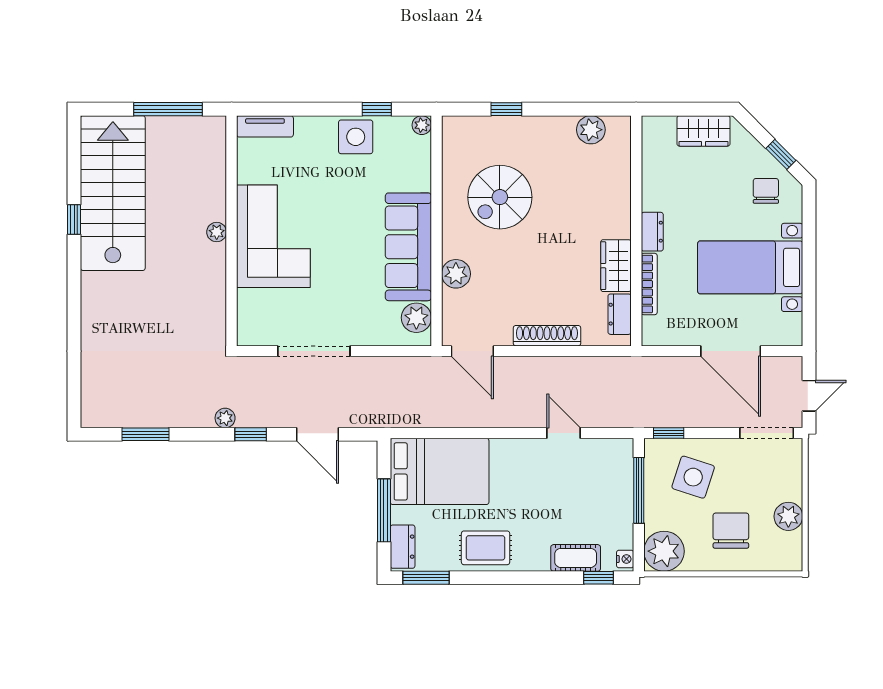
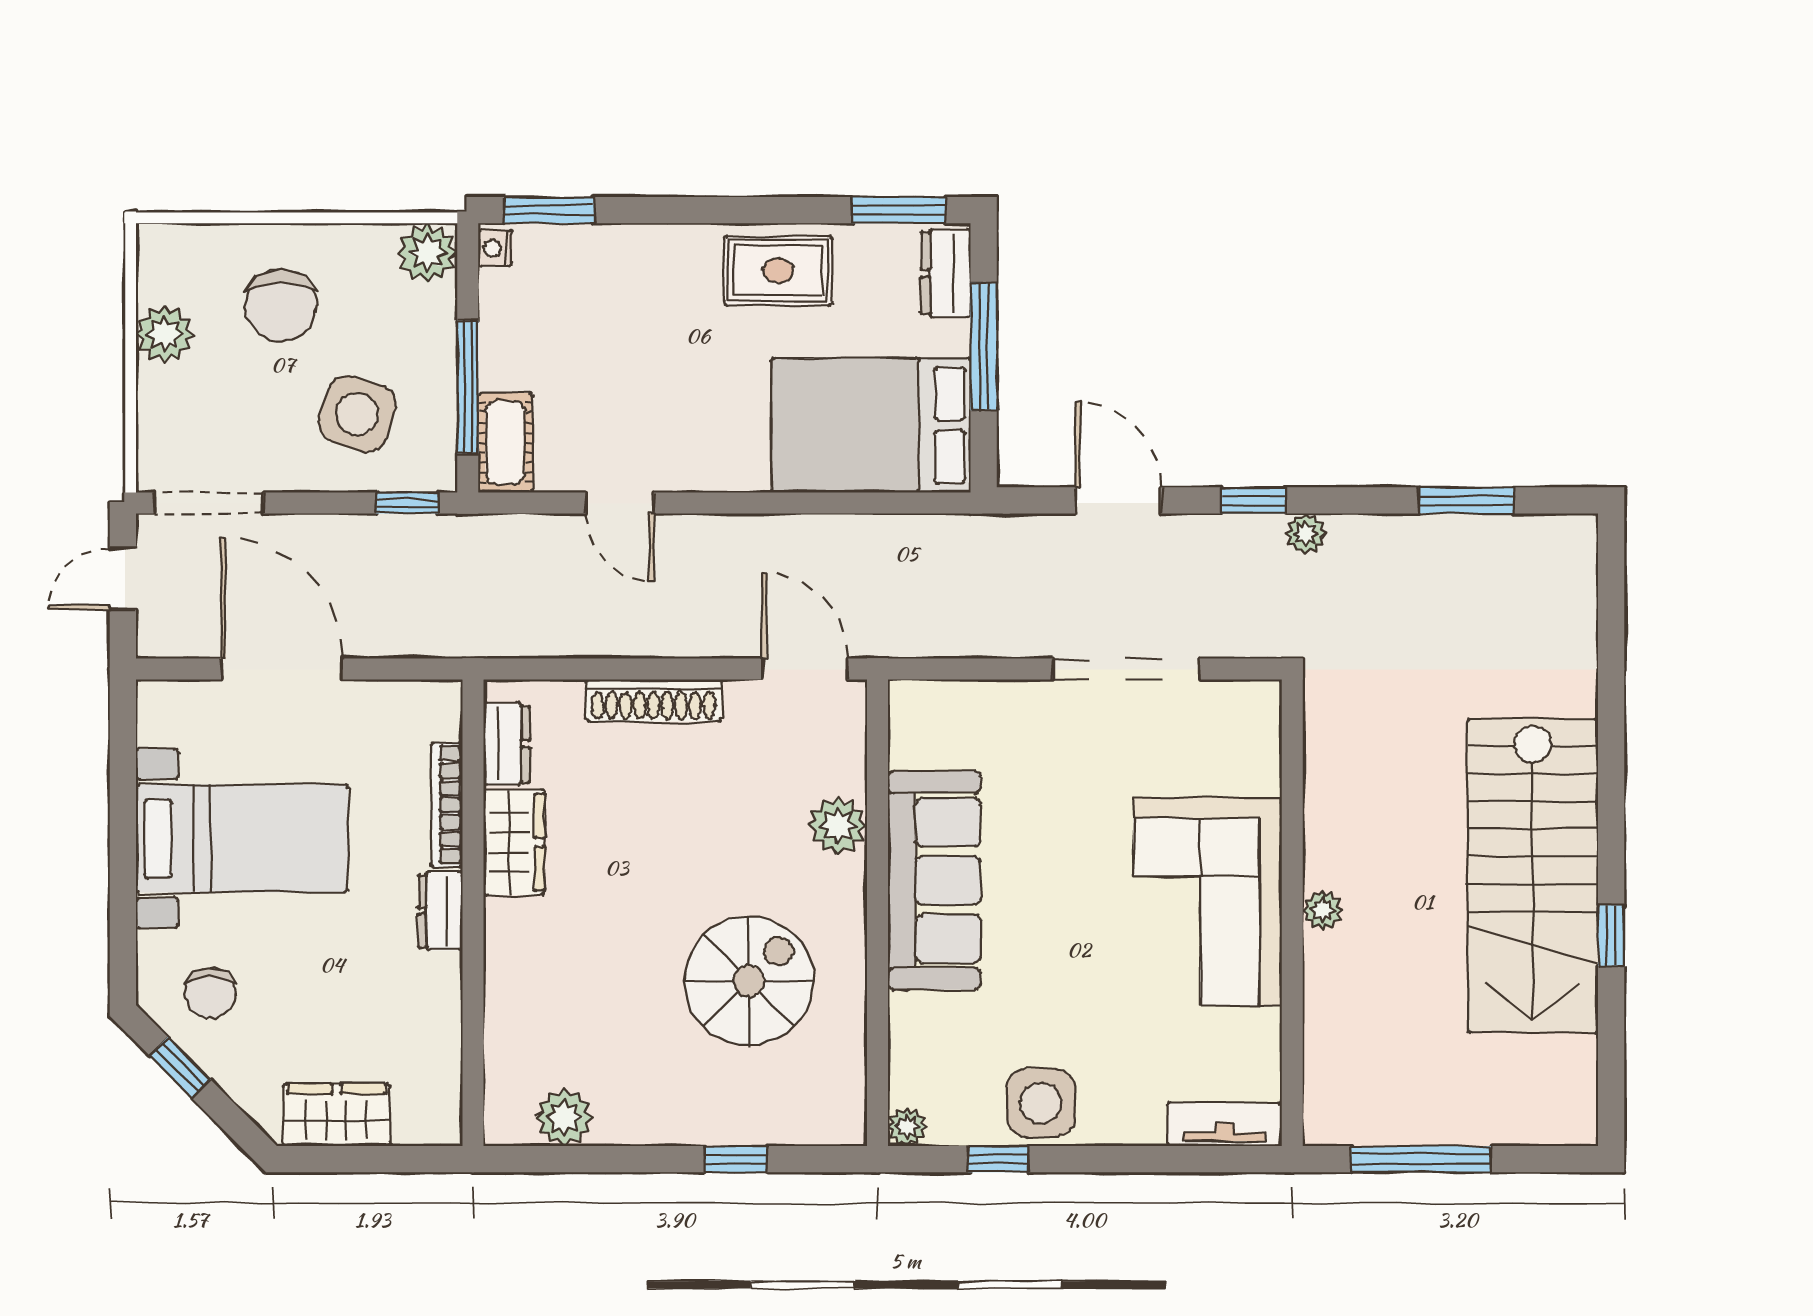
stairs: (113, 193) -> (1533, 876), moved
plant: (416, 318) -> (918, 737), removed
plant: (664, 551) -> (427, 253), width x0.73, depth x0.73
cot: (576, 558) -> (505, 443), moved, turned 90
window: (599, 578) -> (549, 210), width x1.50

